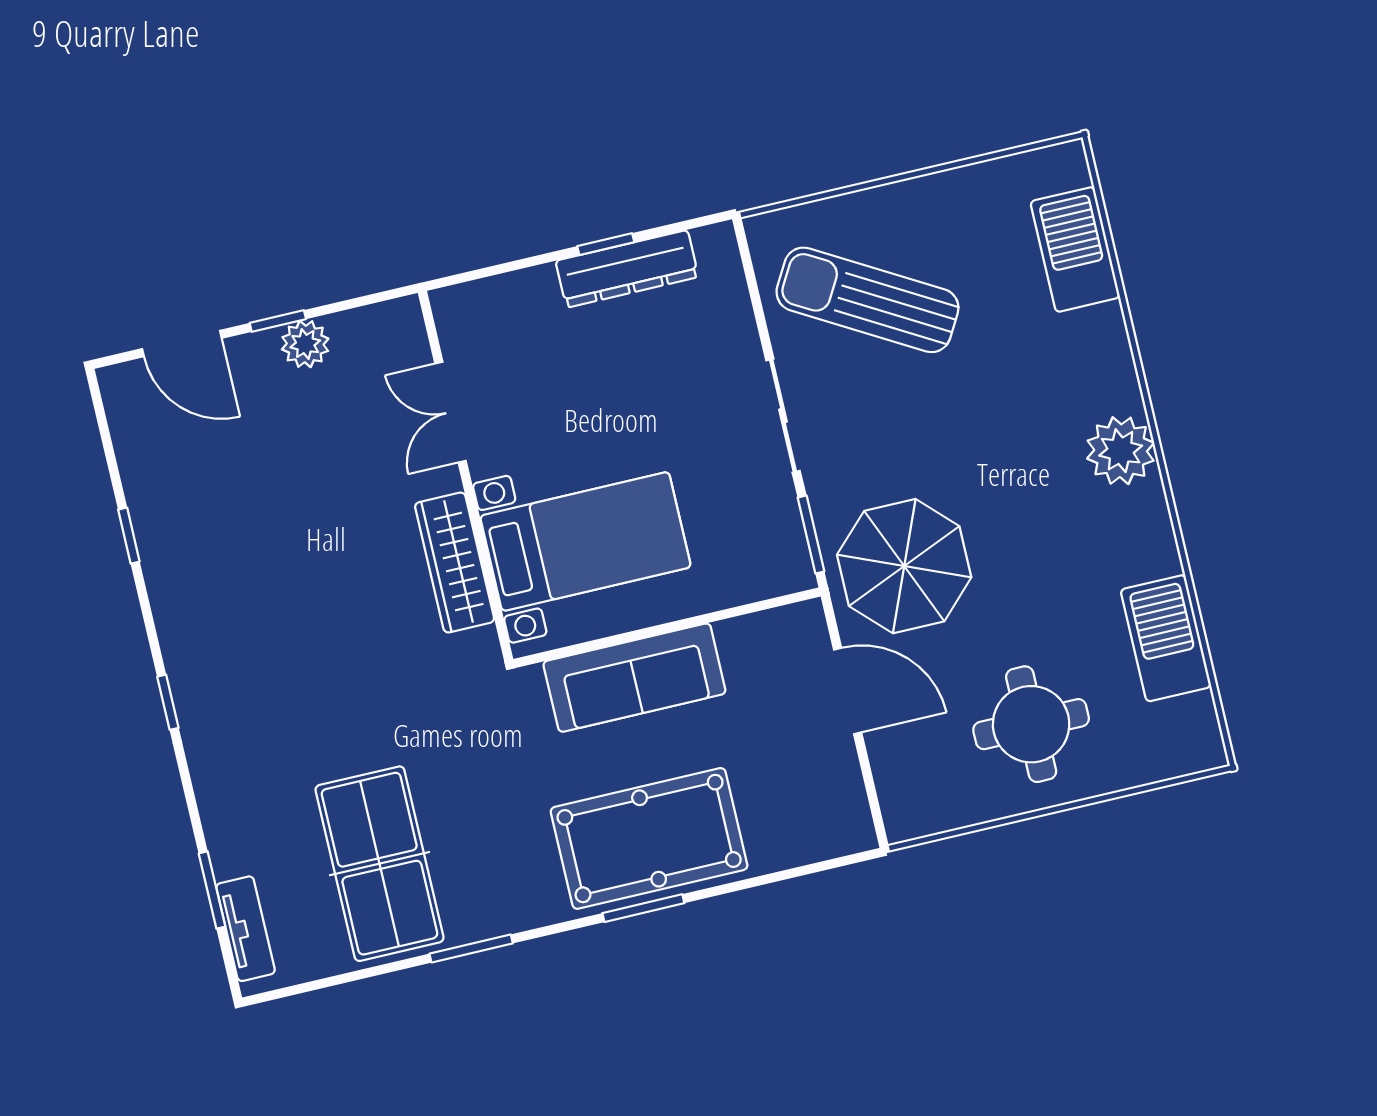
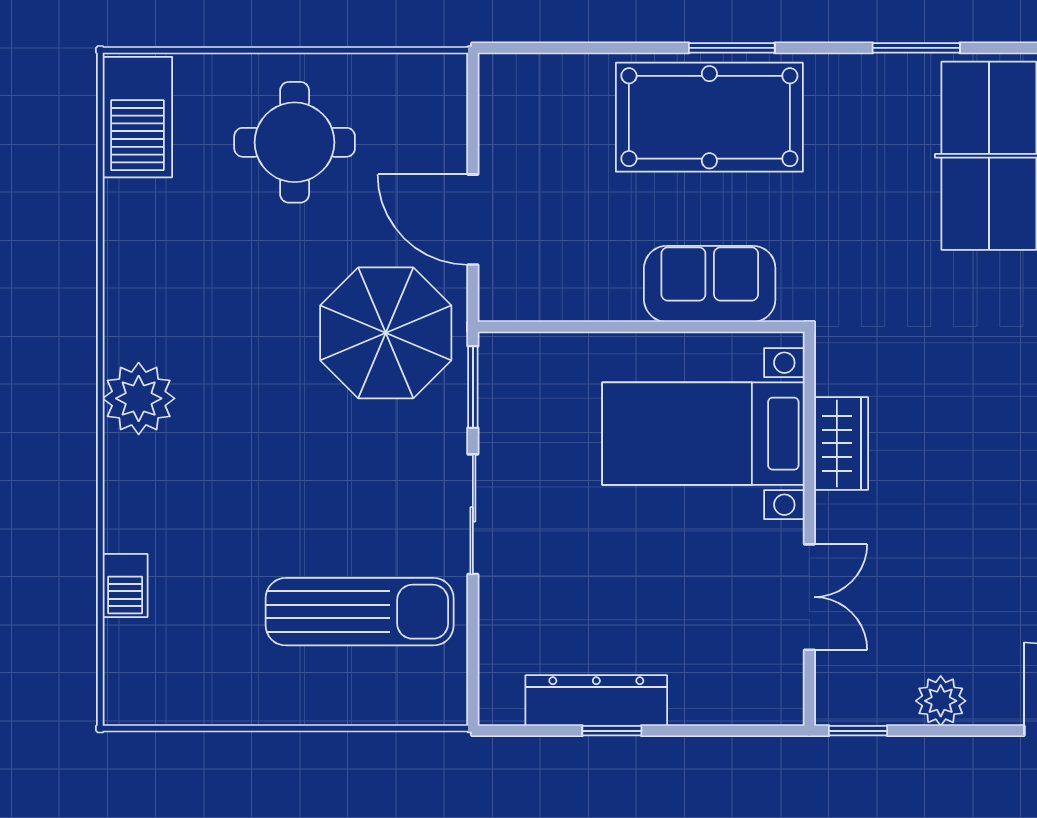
barbecue: (1075, 249) -> (125, 586), width x0.53, depth x0.65
sun lounger: (867, 300) -> (360, 612), turned -30
window: (278, 321) -> (858, 731), moved
wardrobe: (455, 563) -> (841, 443), width x0.67
barbecue: (1166, 638) -> (137, 117), moved
sofa: (634, 678) -> (710, 284), width x0.73

